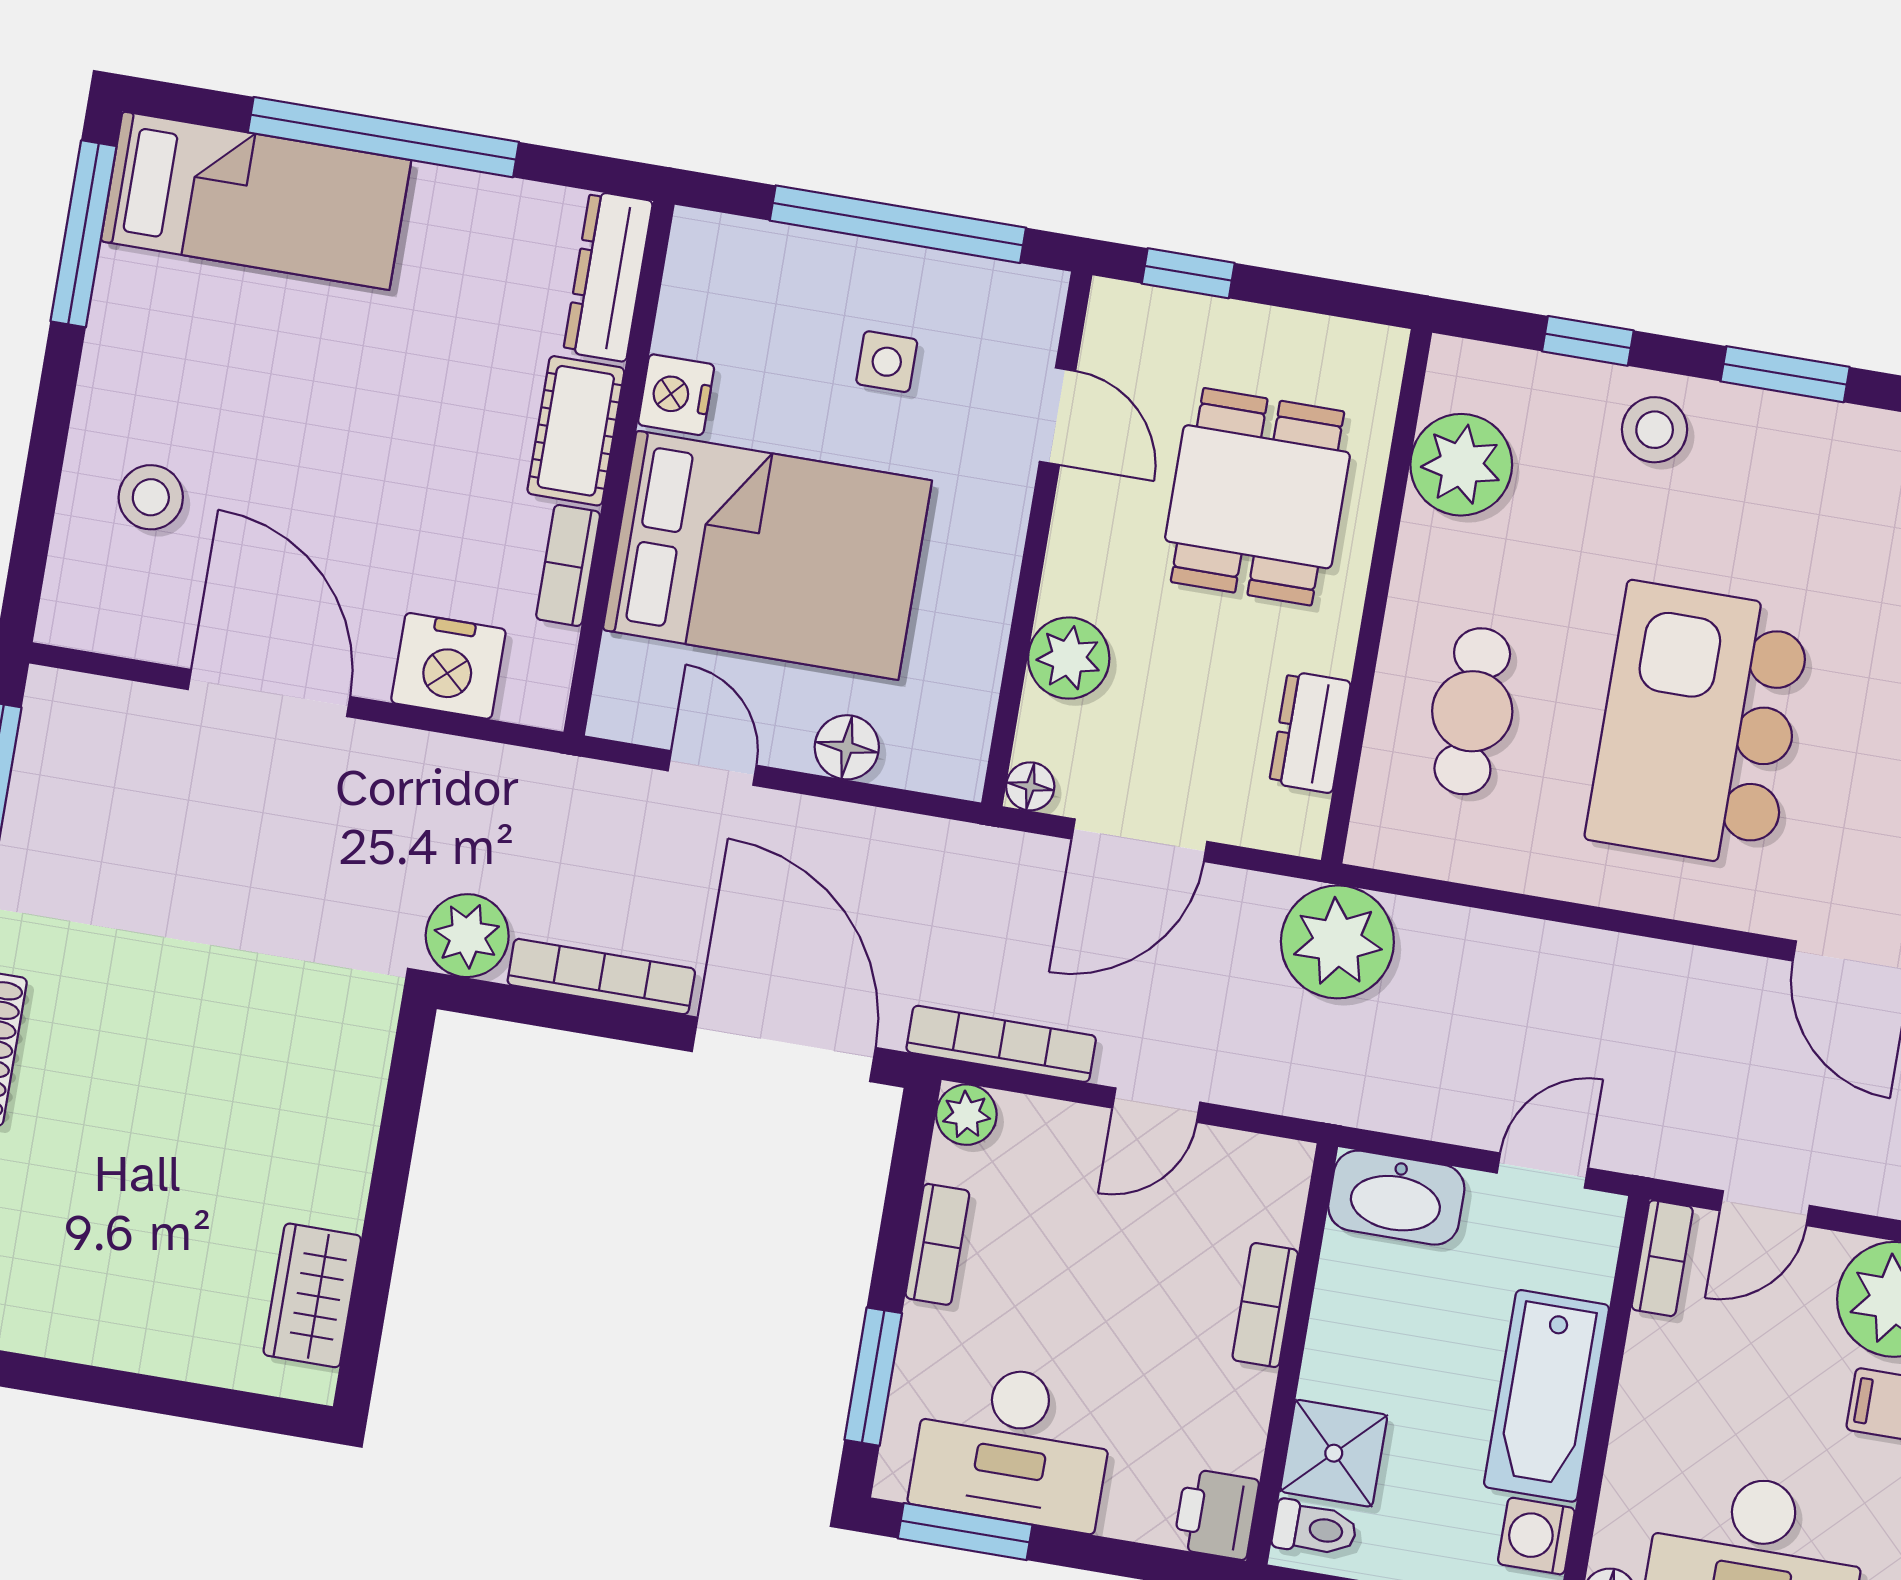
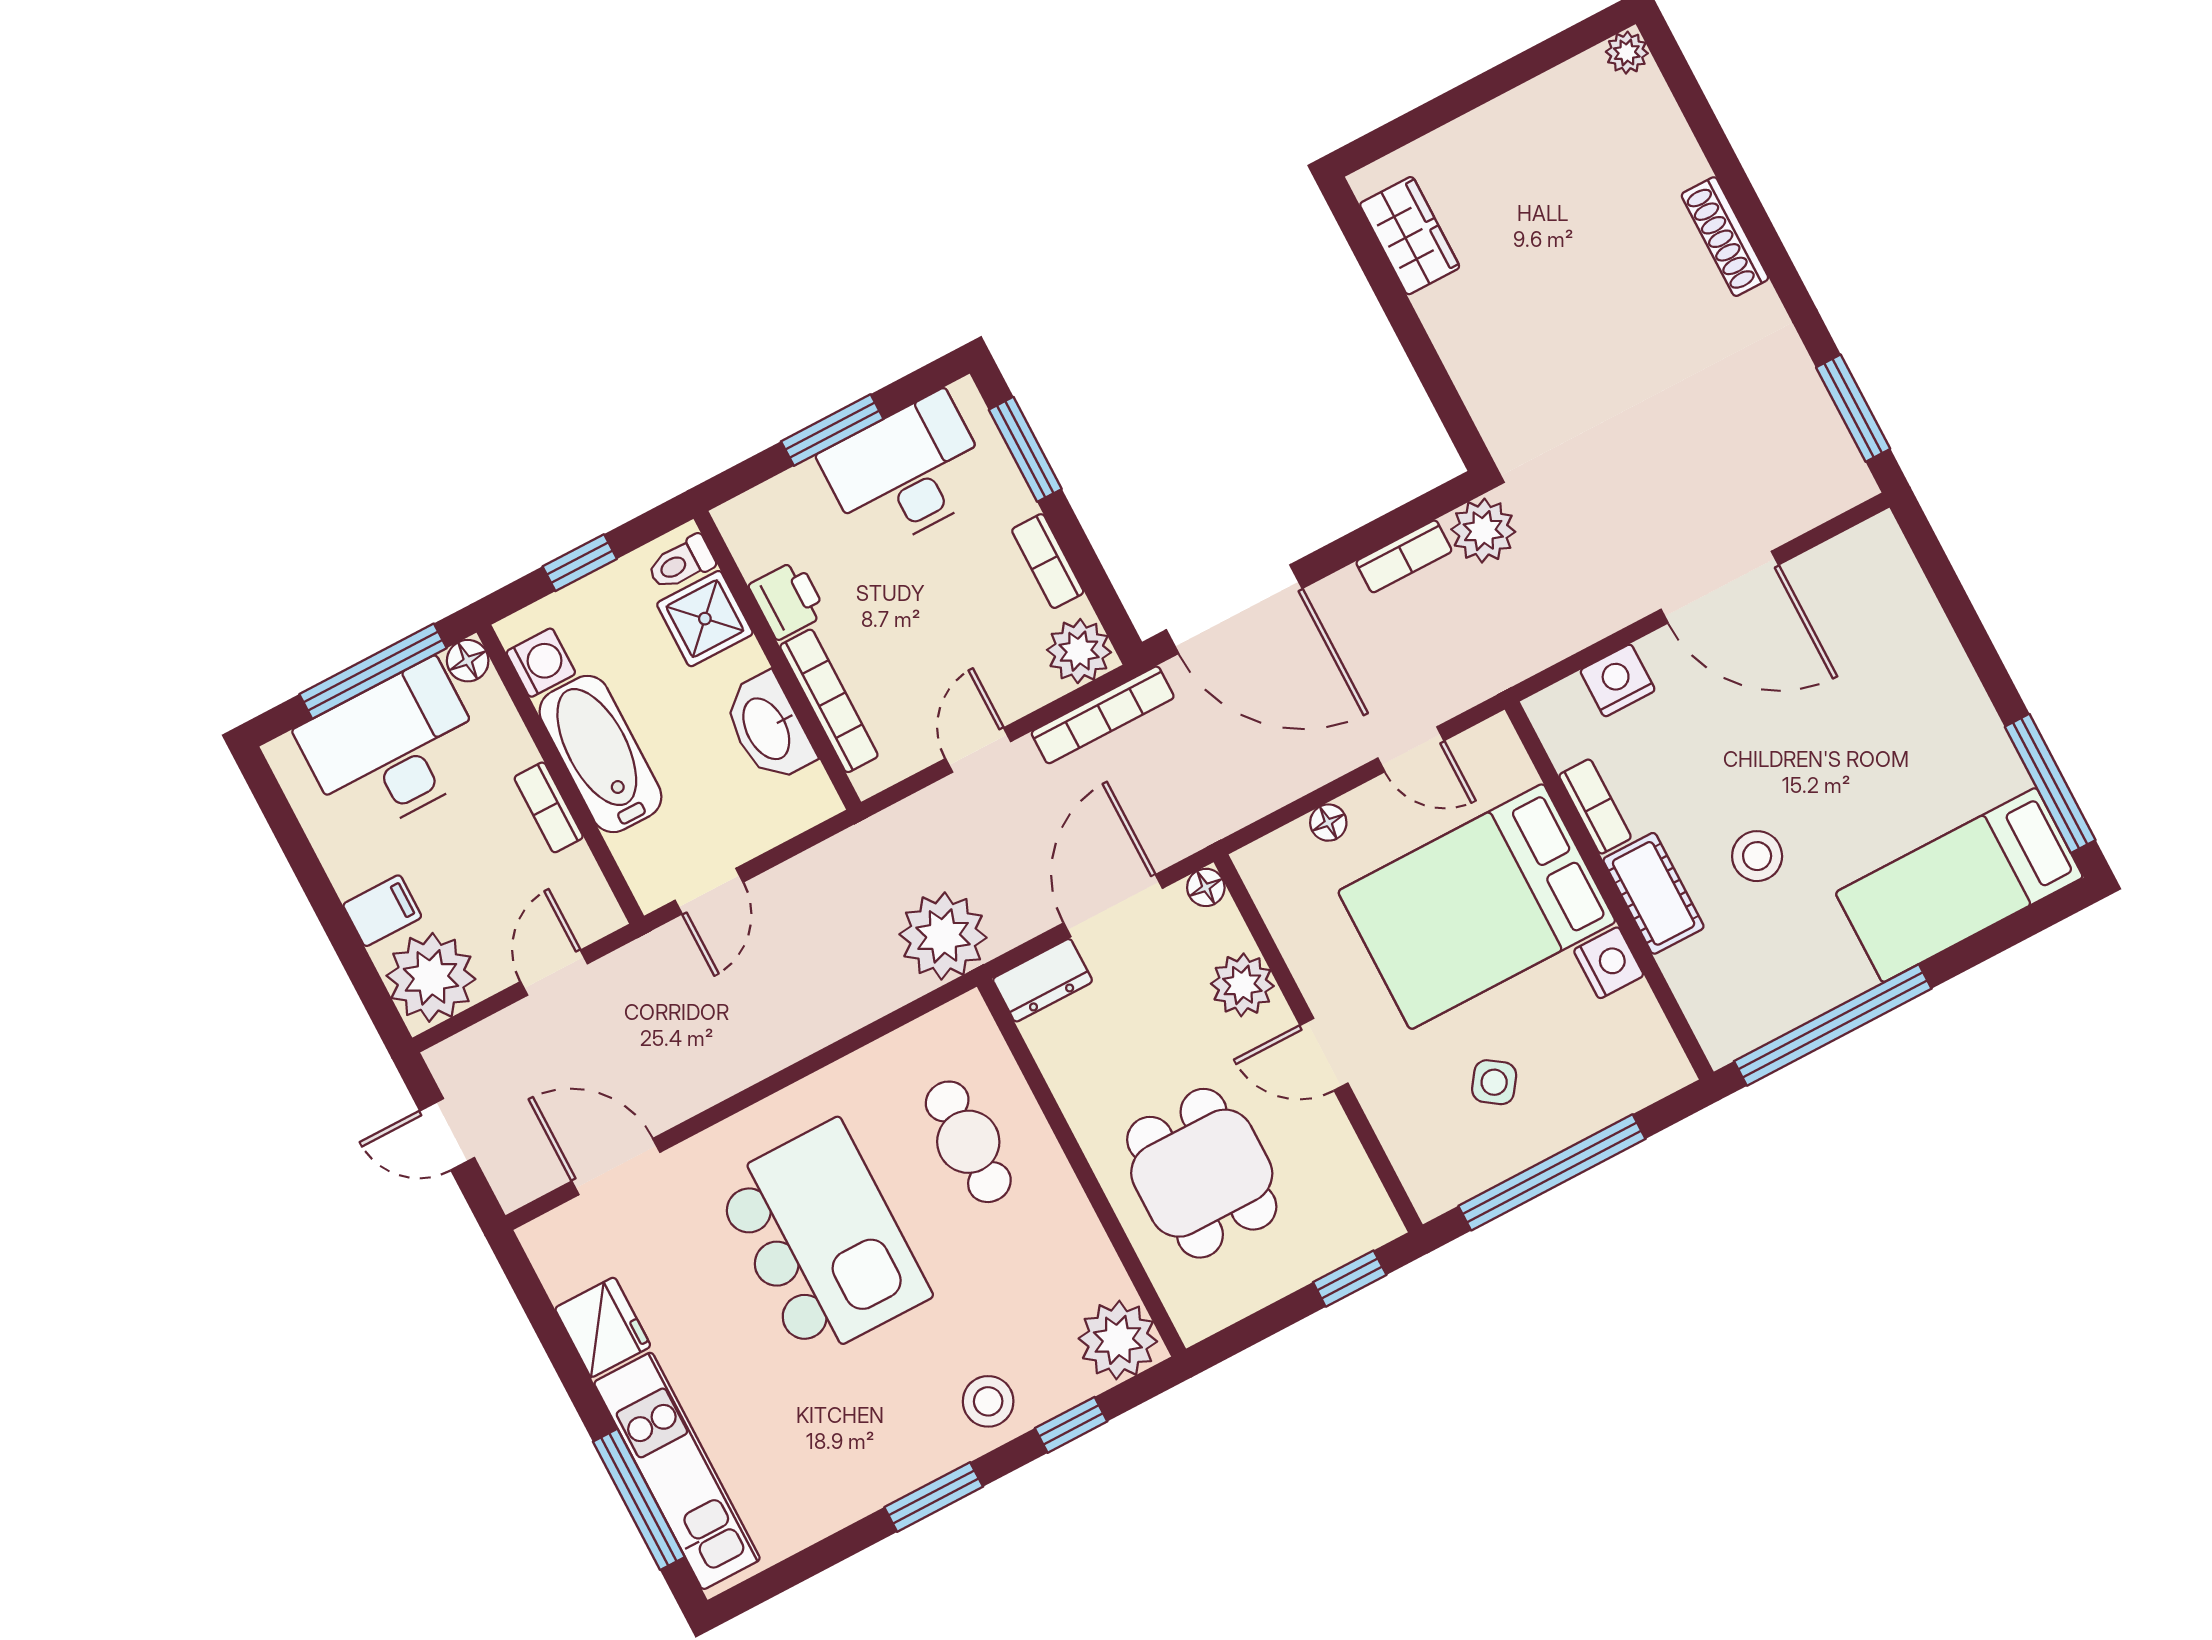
window: (383, 137) -> (1833, 1025), moved
dresser: (608, 276) -> (1706, 1004), removed
side table: (887, 362) -> (1494, 1082), turned 35
door: (1057, 416) -> (1324, 1054), moved
plant: (1461, 465) -> (1118, 1340), moved
stool: (151, 497) -> (1757, 856), moved
nightstand: (448, 666) -> (1618, 680), width x0.74, depth x0.75
dresser: (1310, 732) -> (1043, 980), moved, turned 90
floor lamp: (847, 747) -> (1328, 823), width x0.73, depth x0.73
bookcase: (601, 977) -> (1404, 556), width x0.64
plant: (966, 1115) -> (1079, 651), width x1.38, depth x1.38
washbasin: (1396, 1198) -> (768, 728), moved, turned -90
bookcase: (1662, 1258) -> (549, 807), moved
bookcase: (1265, 1305) -> (829, 701), width x1.56
printer: (1216, 1514) -> (788, 600), moved
window: (965, 1532) -> (832, 430), moved

